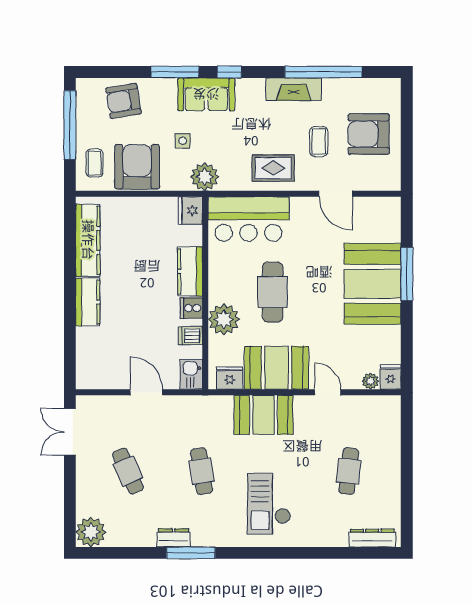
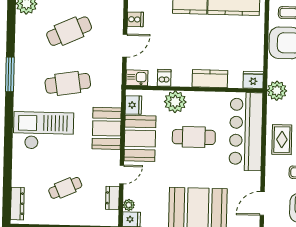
door: (336, 194) -> (262, 203), moved
bar counter: (248, 219) -> (246, 131), width x1.36
cooker: (191, 308) -> (135, 19), moved, turned 90
cafe table: (128, 471) -> (69, 31), width x1.37, depth x1.35
cafe table: (202, 471) -> (68, 83), width x1.37, depth x1.35
cafe table: (349, 471) -> (65, 188), turned -30
checkout: (269, 504) -> (43, 131), width x1.36, depth x1.21
dresser: (174, 538) -> (112, 198), moved, turned 180

